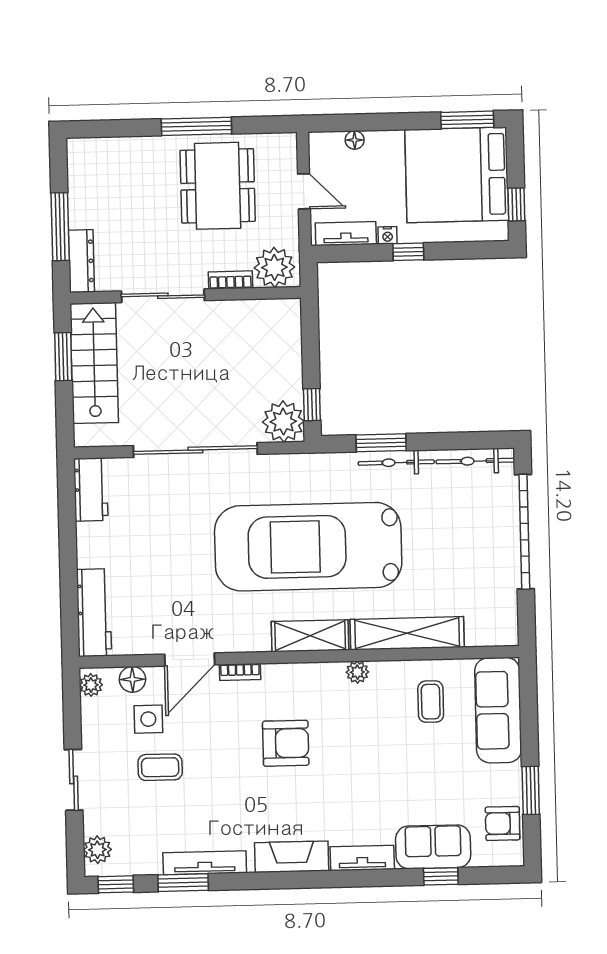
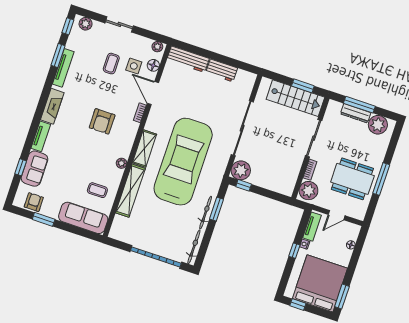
plant: (88, 174) -> (378, 125), added
dresser: (81, 261) -> (356, 113), moved
workbench: (91, 489) -> (222, 70), moved

